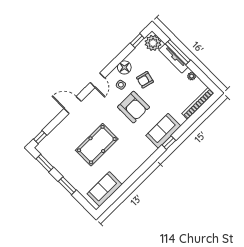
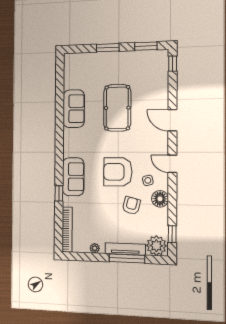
door: (73, 105) -> (172, 120), swing flipped
window: (169, 143) -> (59, 193), moved
sofa: (105, 189) -> (74, 109), moved

